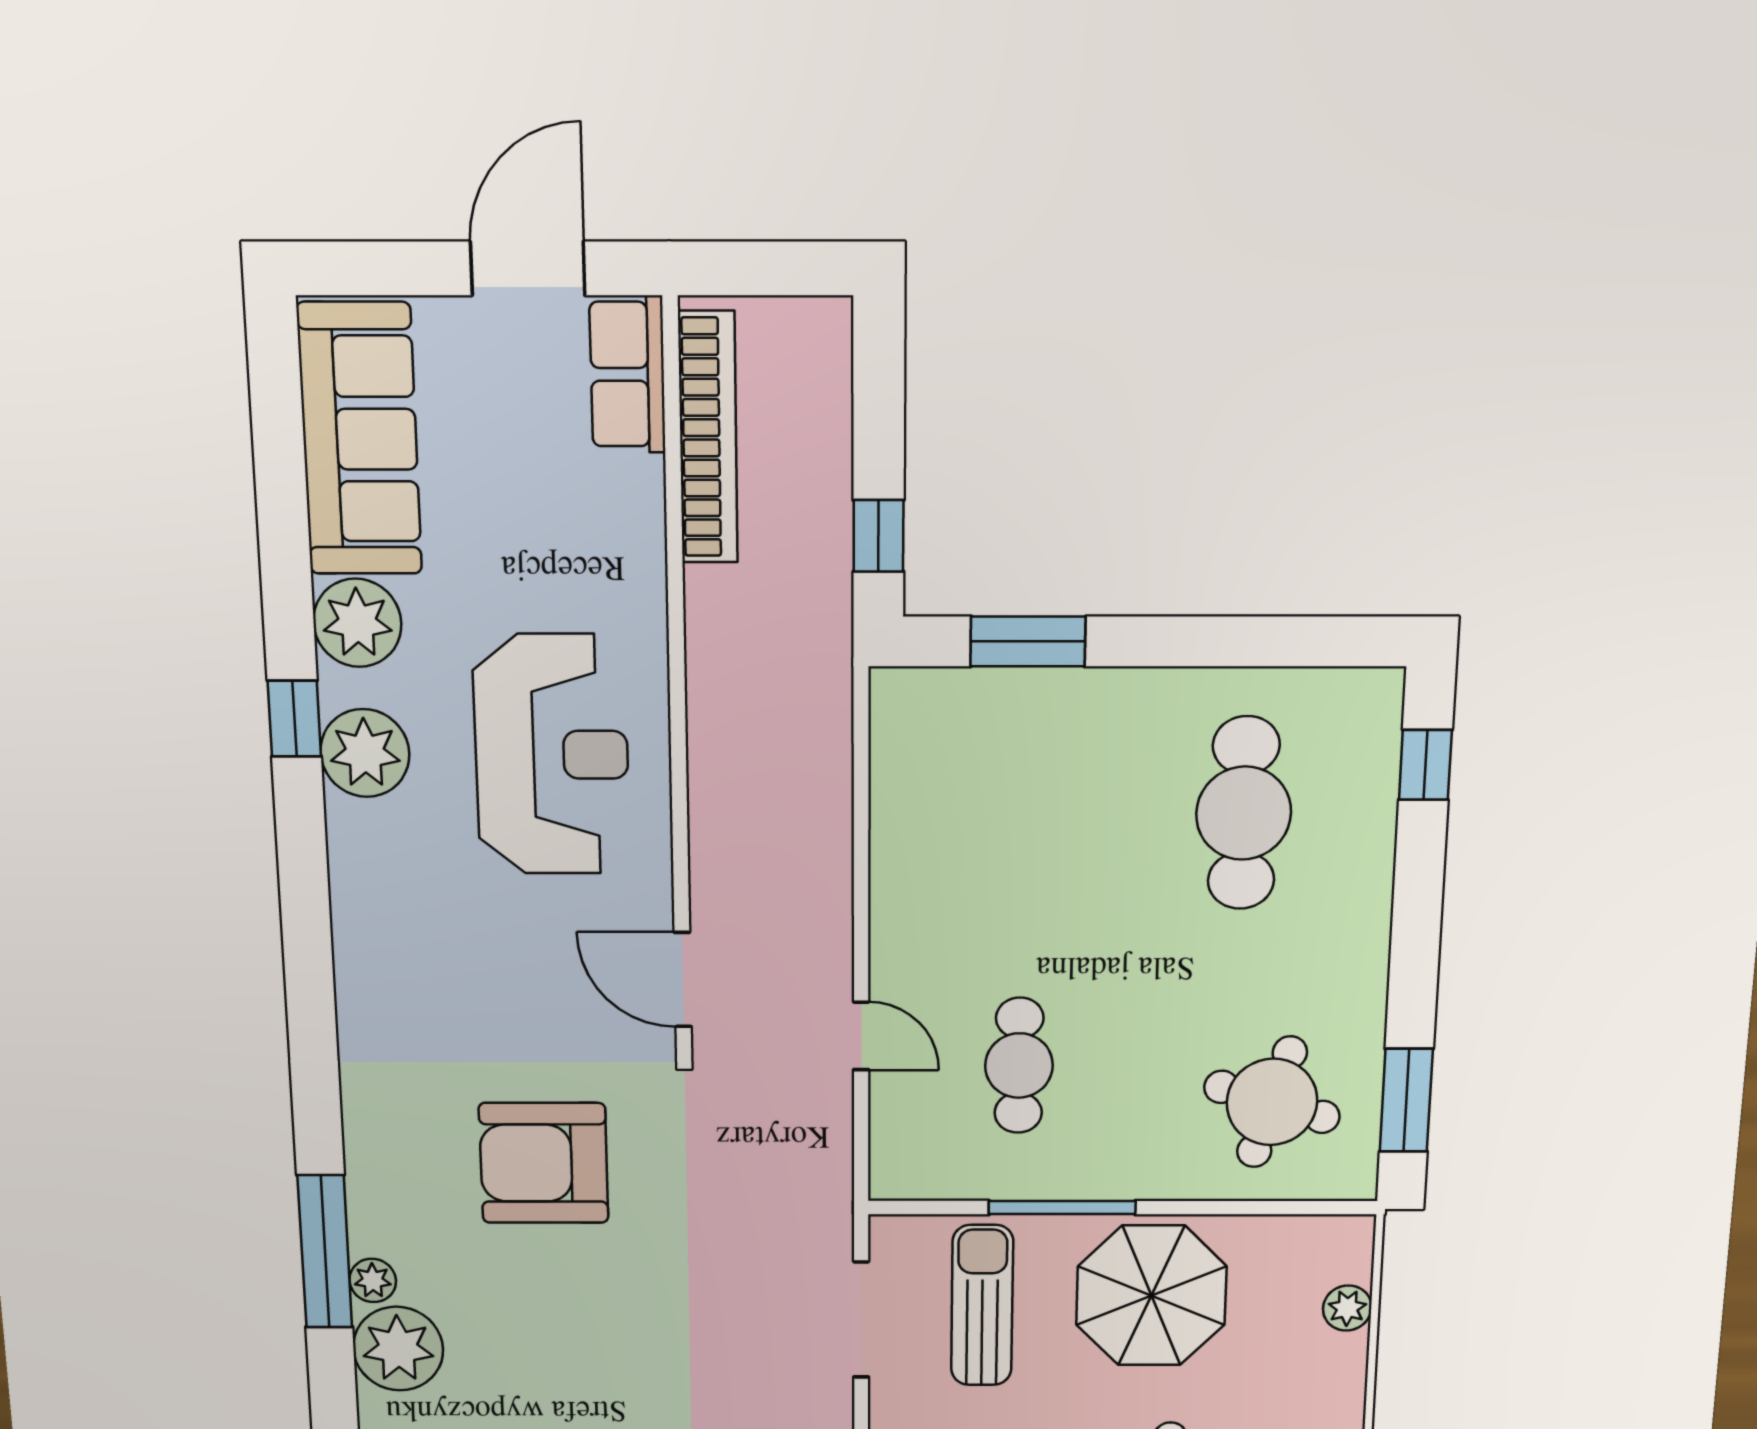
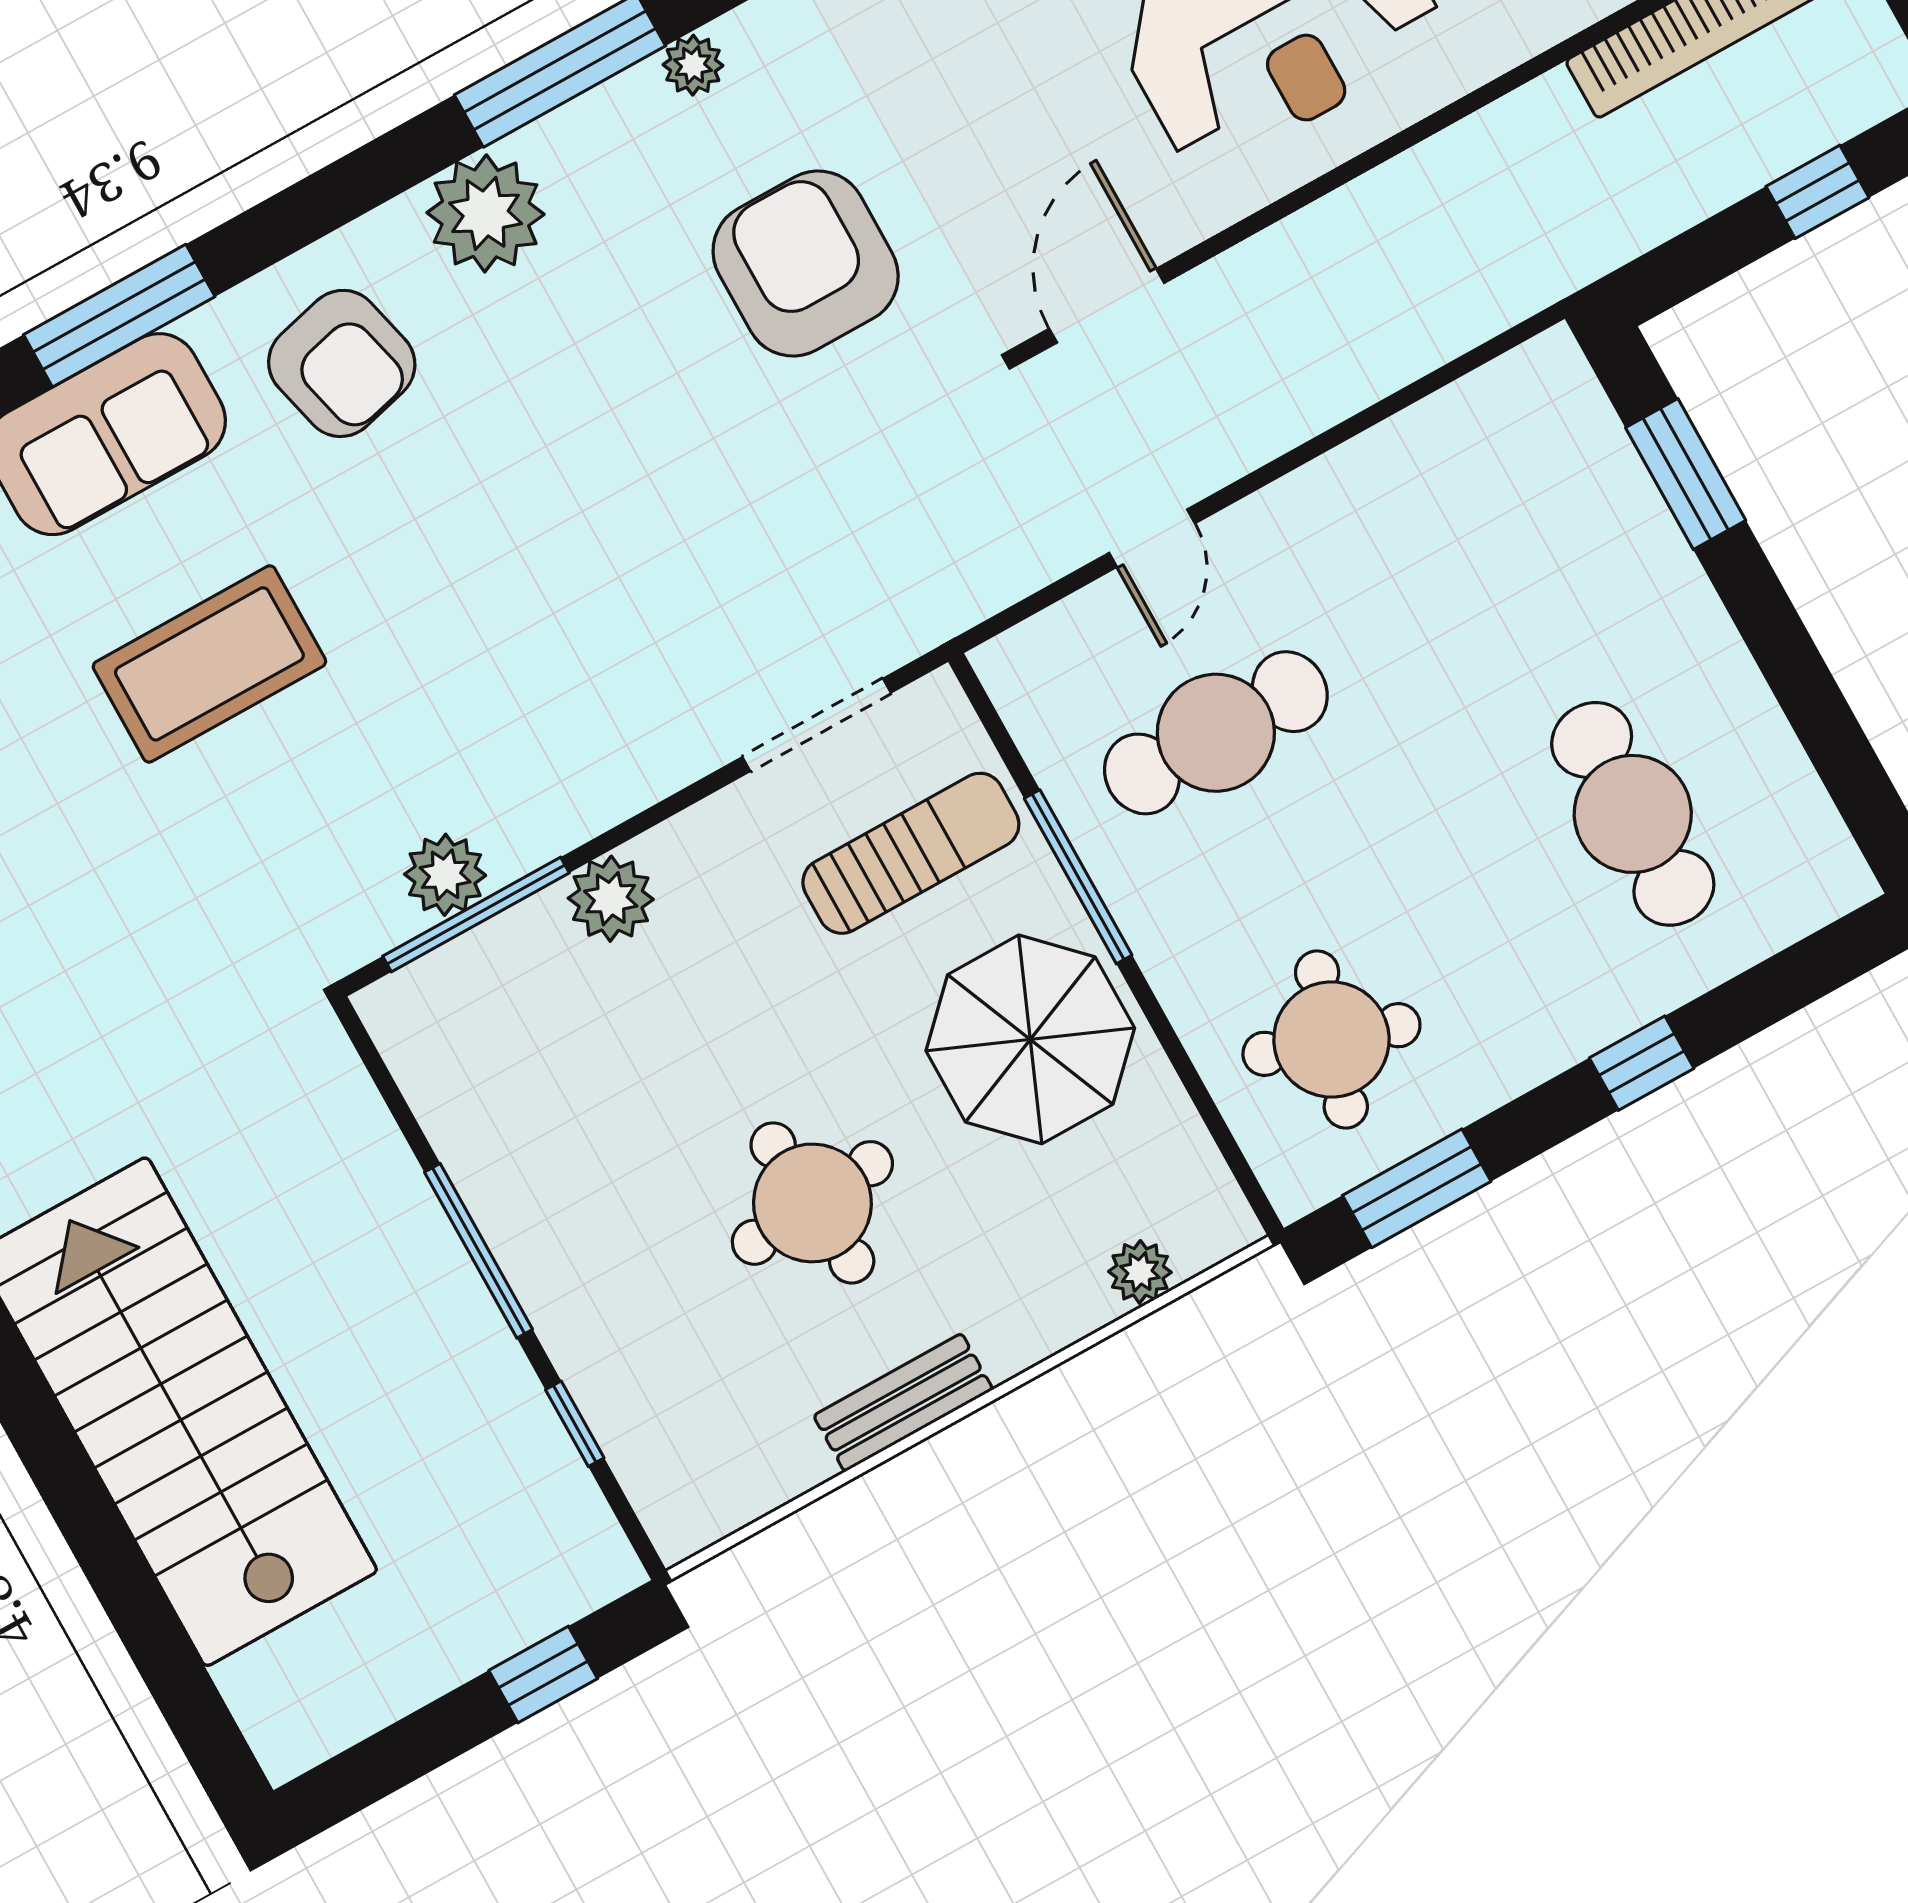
window: (879, 536) -> (1817, 192), moved
window: (1425, 765) -> (1642, 1063), moved
cafe table: (1244, 813) -> (1633, 814), turned 90
cafe table: (1019, 1066) -> (1216, 733), width x1.37, depth x1.35
plant: (373, 1280) -> (693, 65), moved

